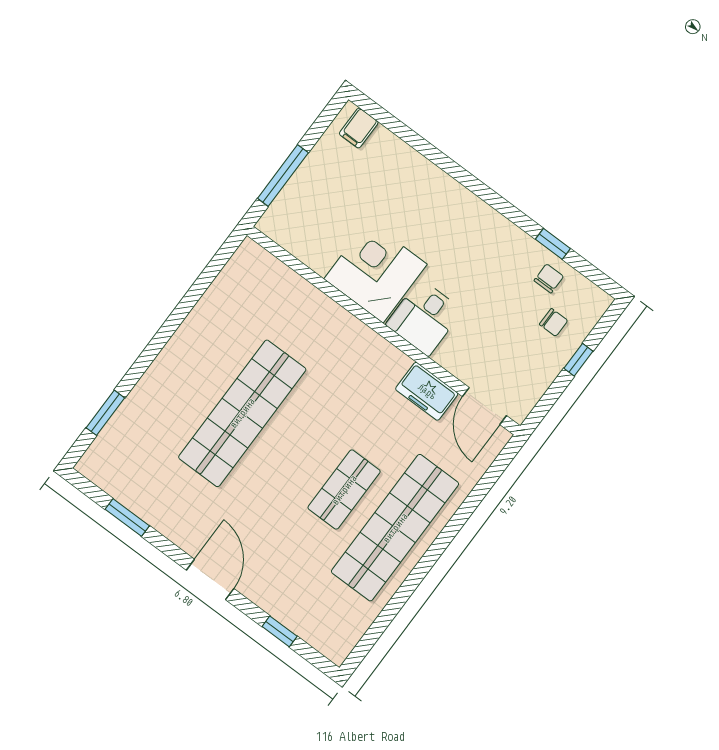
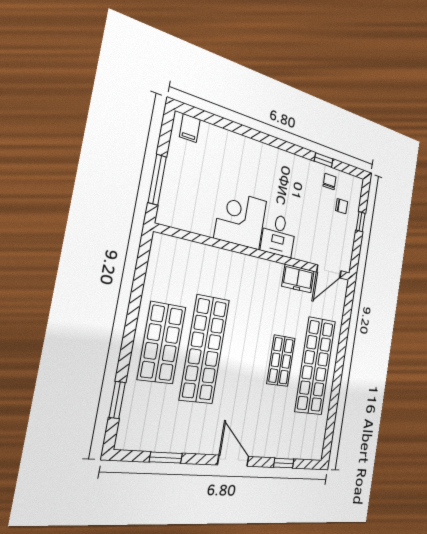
shop shelf: (191, 375) -> (162, 343), added
door: (484, 406) -> (329, 271), hinge flipped

